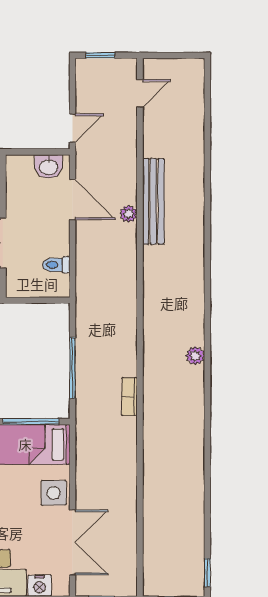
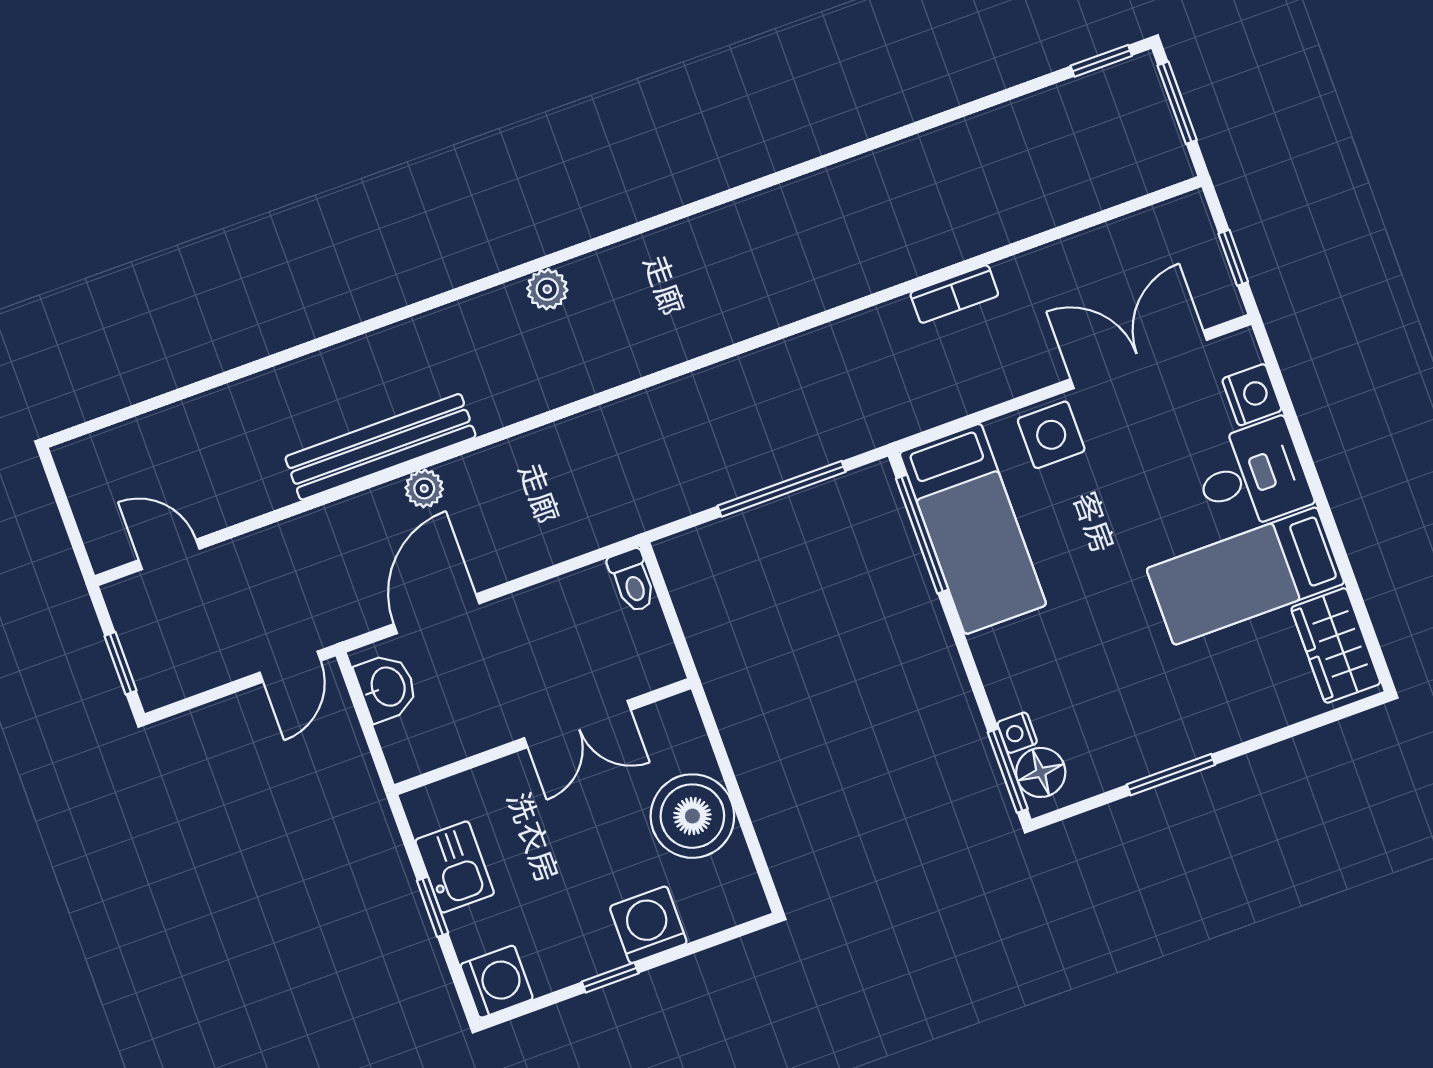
door: (73, 128) -> (290, 667), swing flipped
toilet: (56, 265) -> (632, 581), moved
plant: (195, 356) -> (547, 289), moved
bookcase: (130, 397) -> (954, 294), moved

